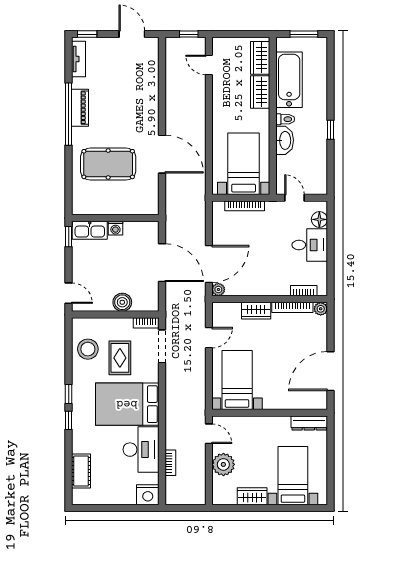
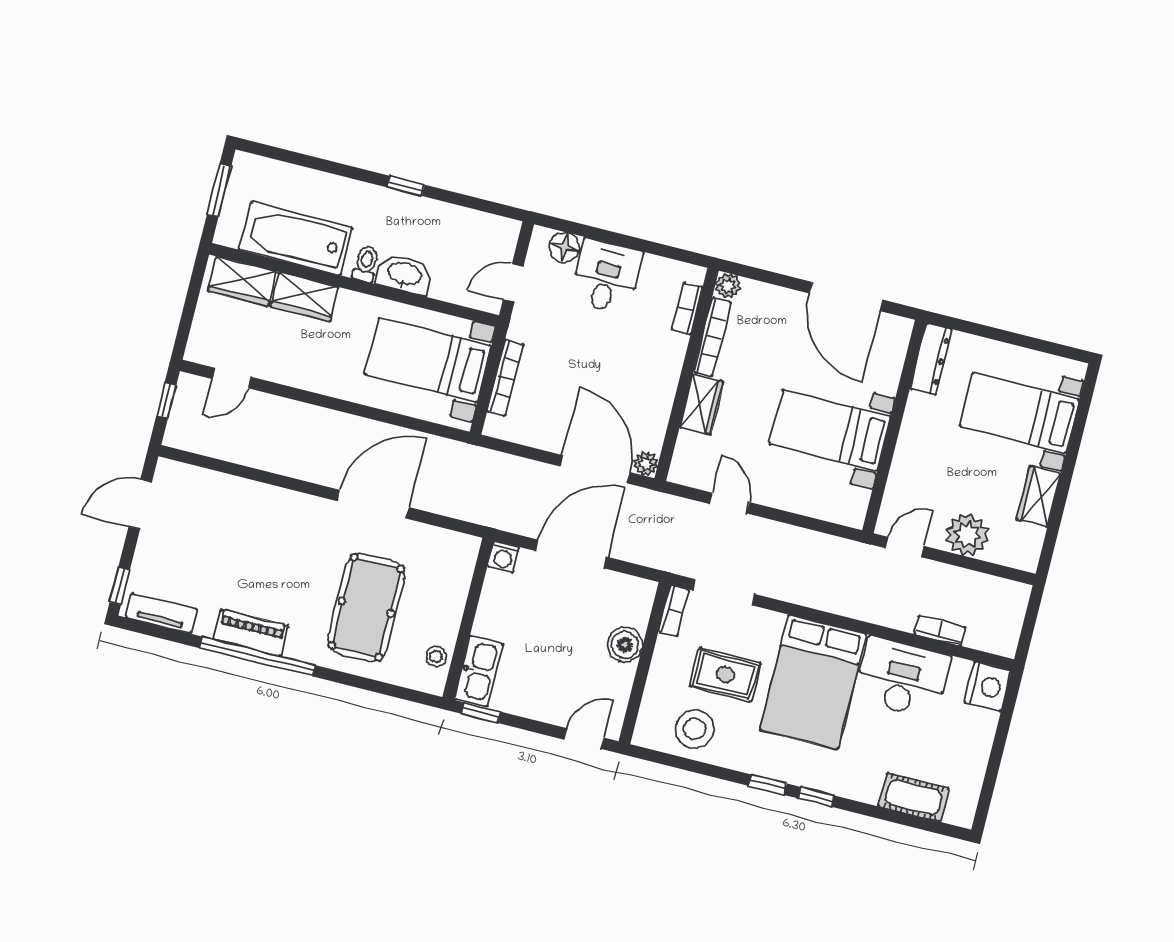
stool: (92, 206) -> (436, 657), added
washing machine: (115, 228) -> (503, 557), moved, turned 90
bed with nightstands: (237, 380) -> (830, 430), moved

